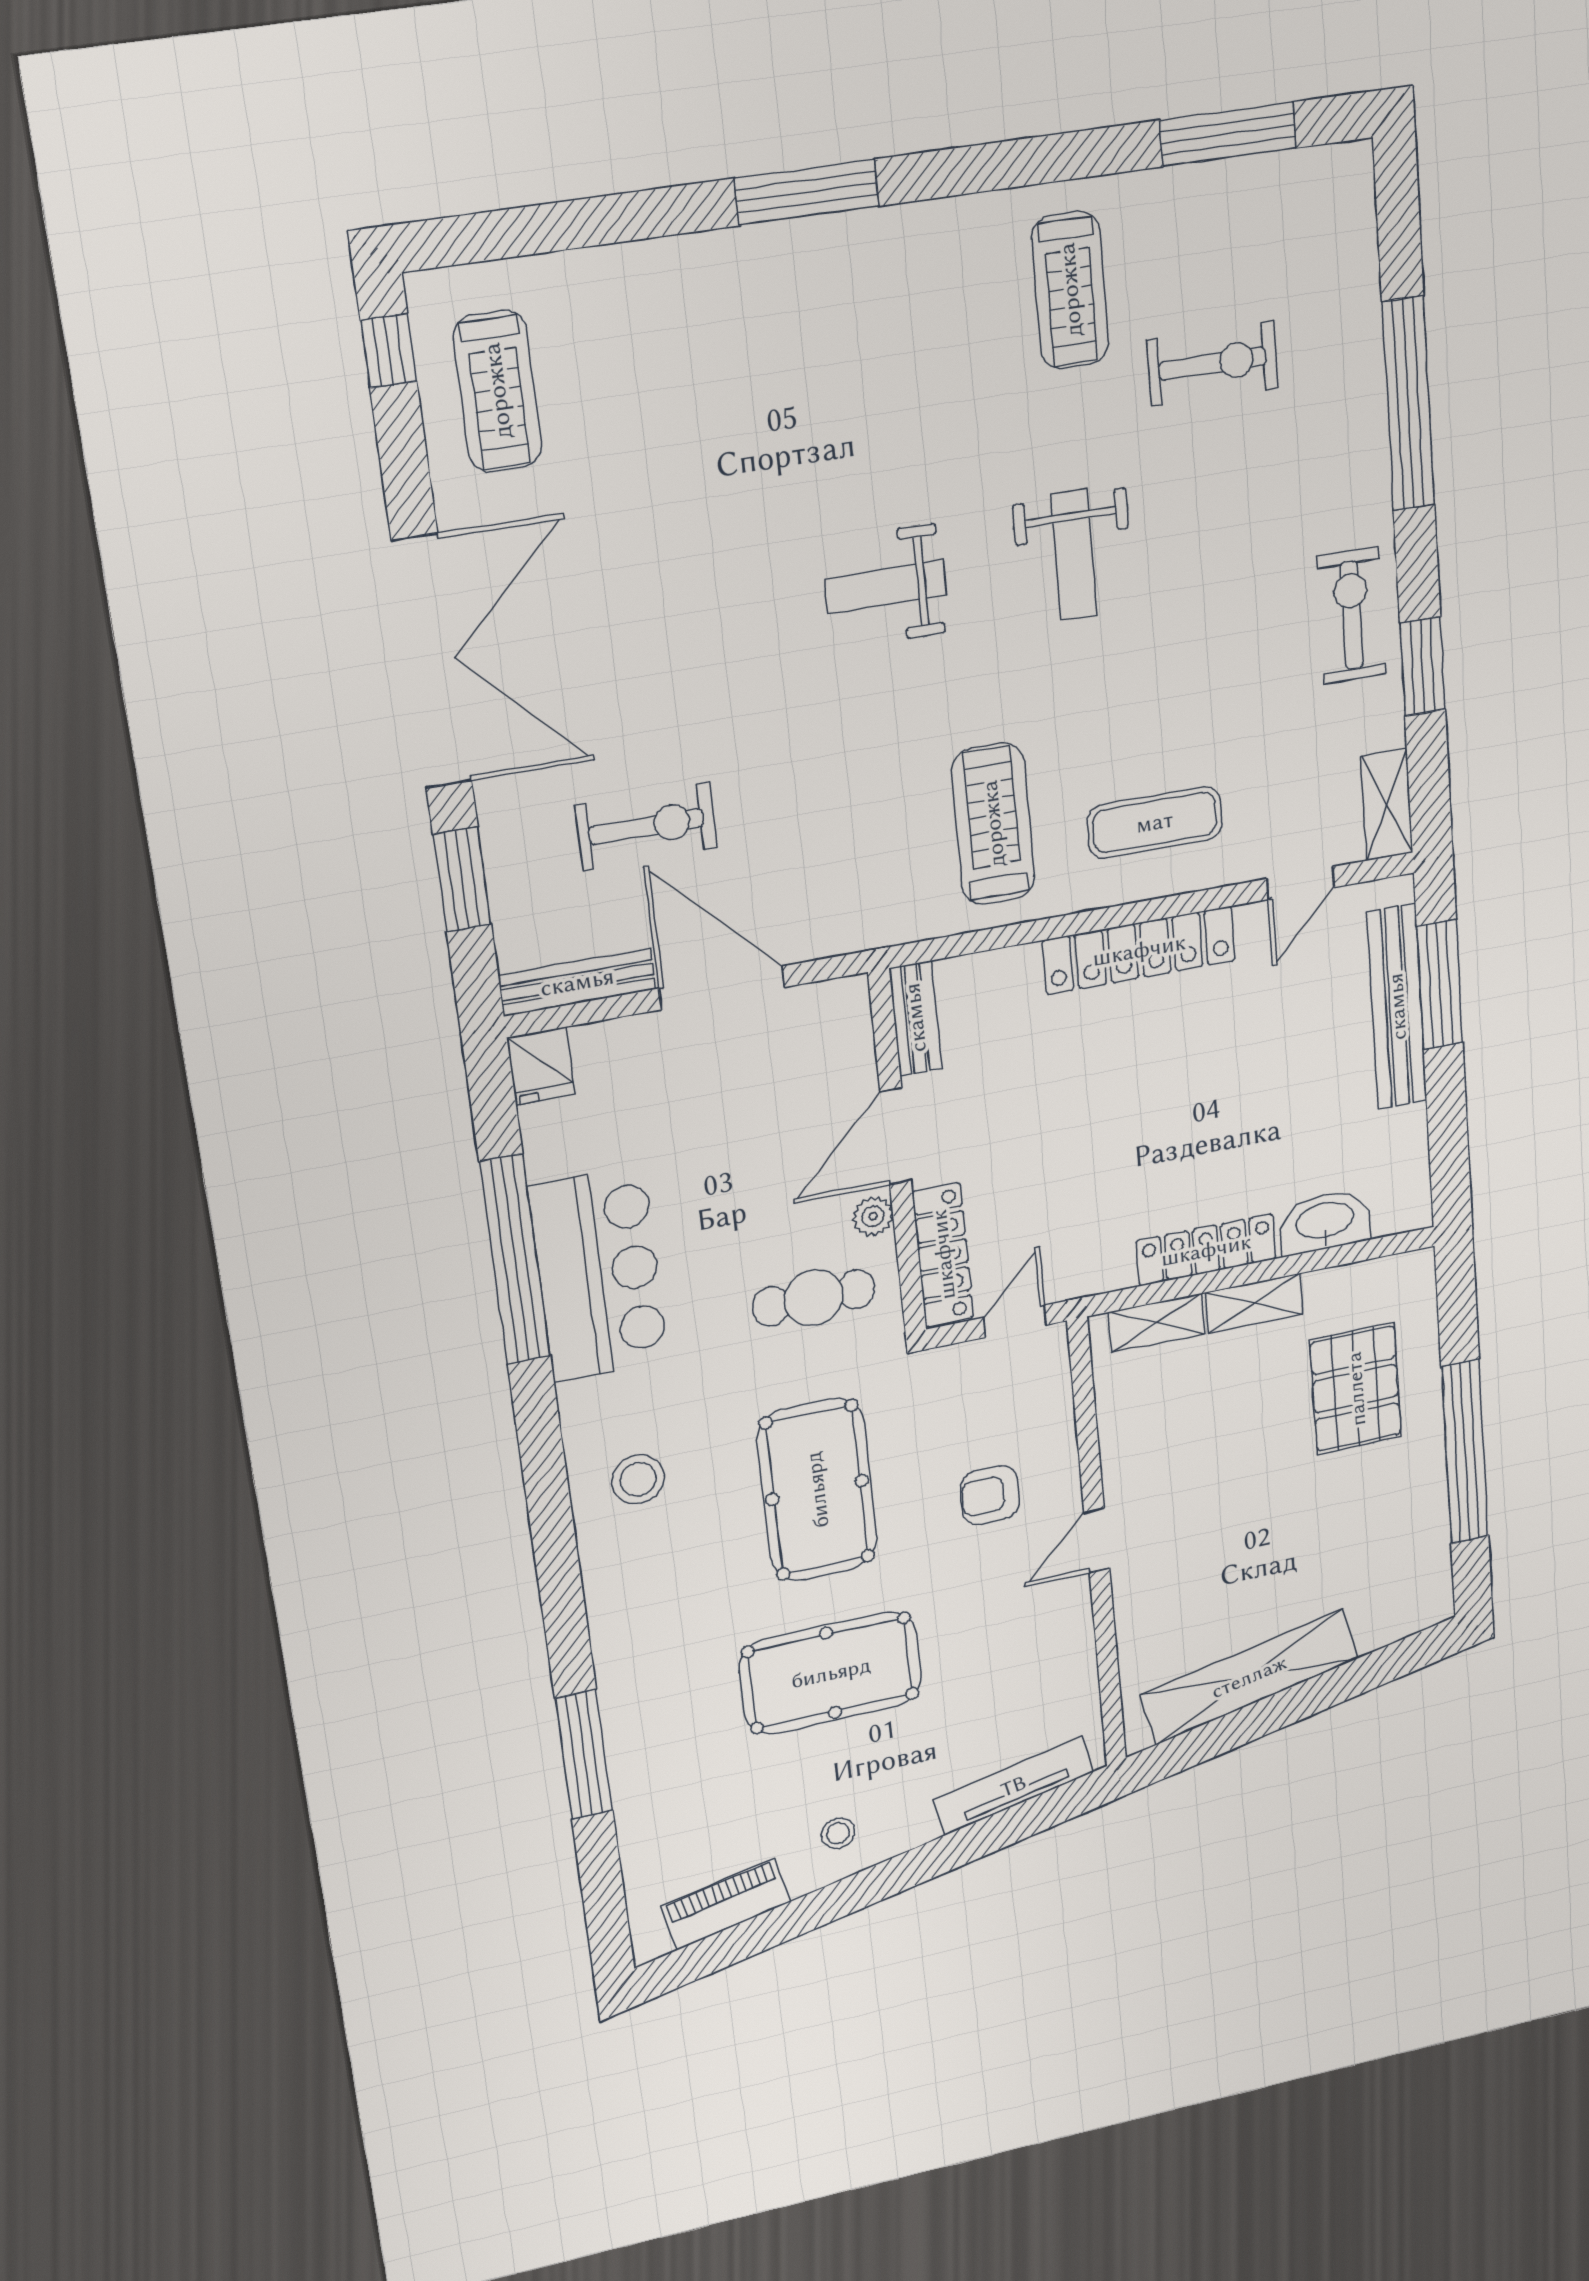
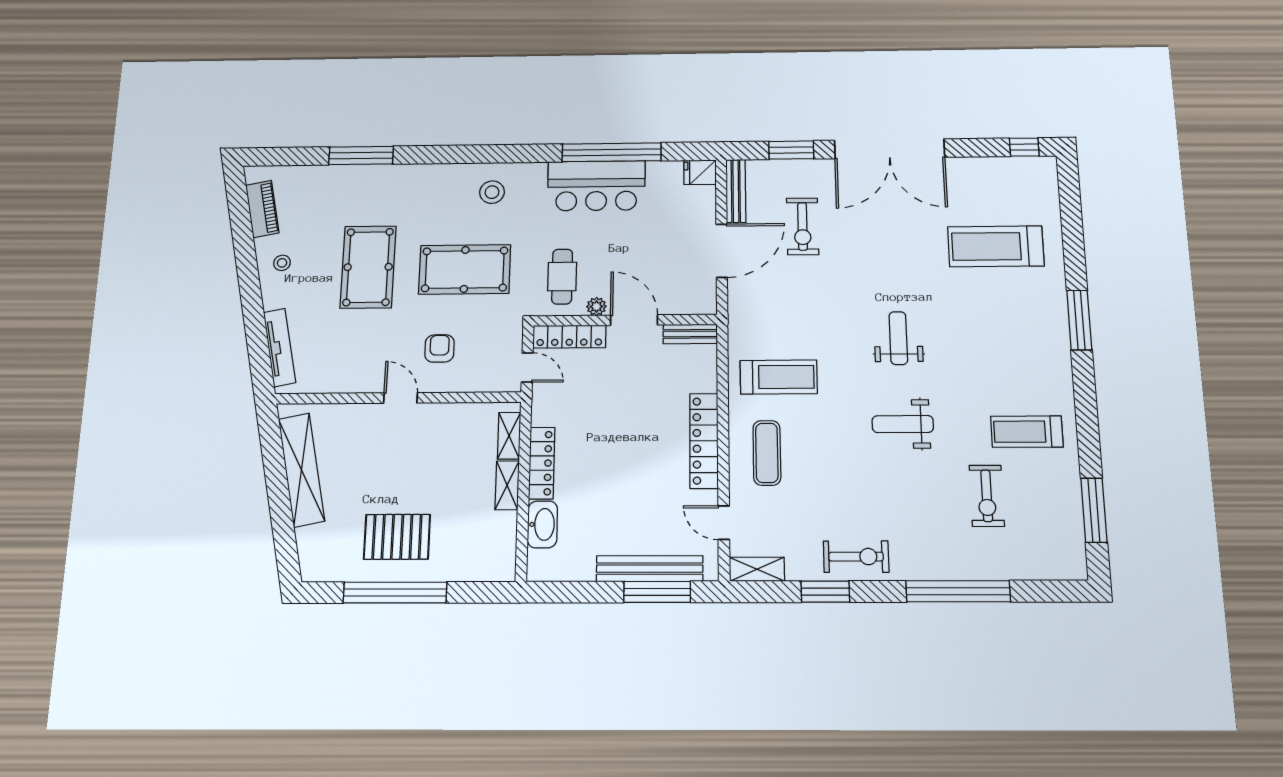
treadmill: (497, 391) -> (996, 246), moved, width x1.37, depth x1.38
pallet: (1356, 1389) -> (397, 537), moved

